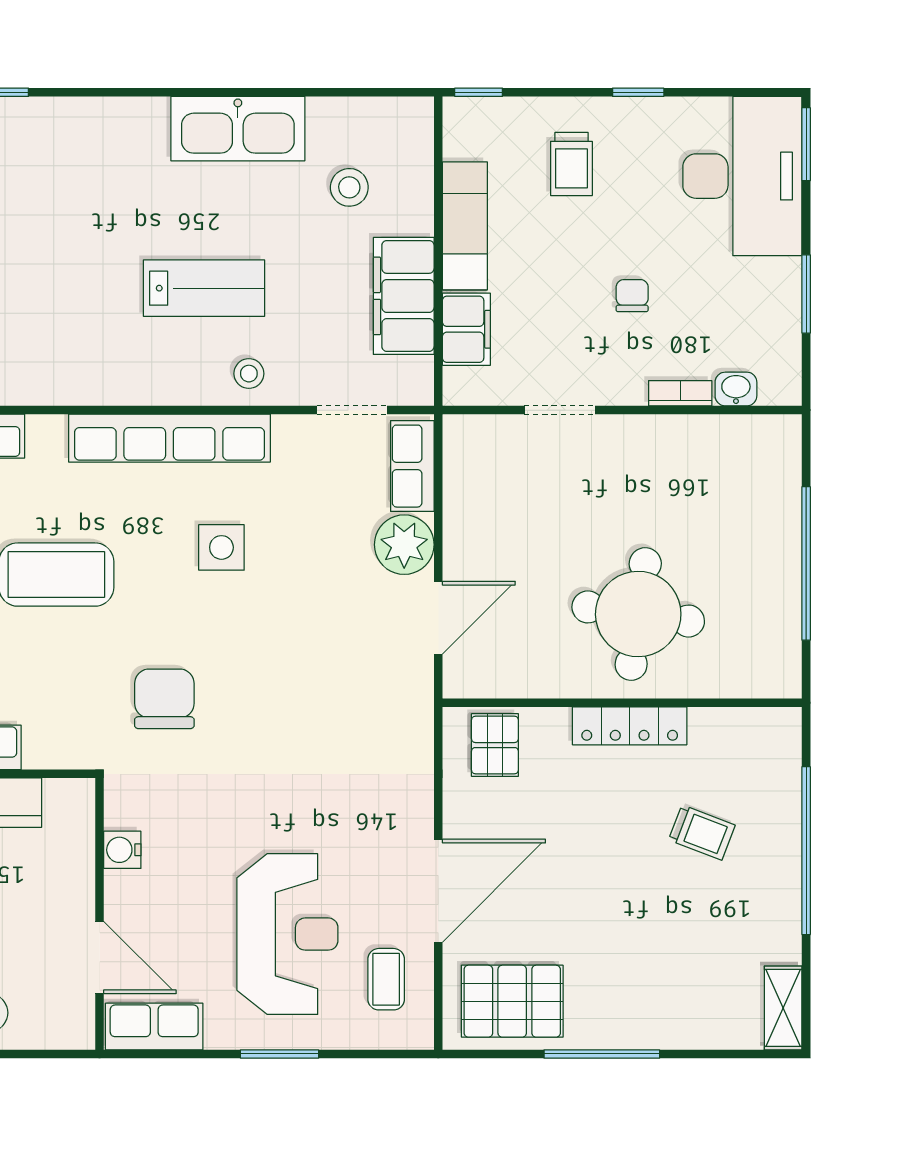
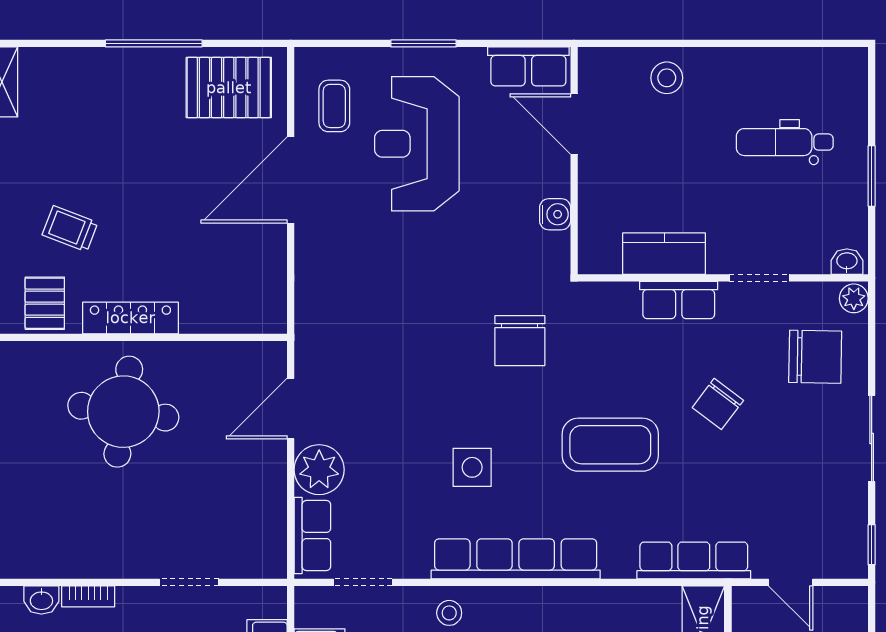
pallet: (495, 745) -> (45, 303), moved

